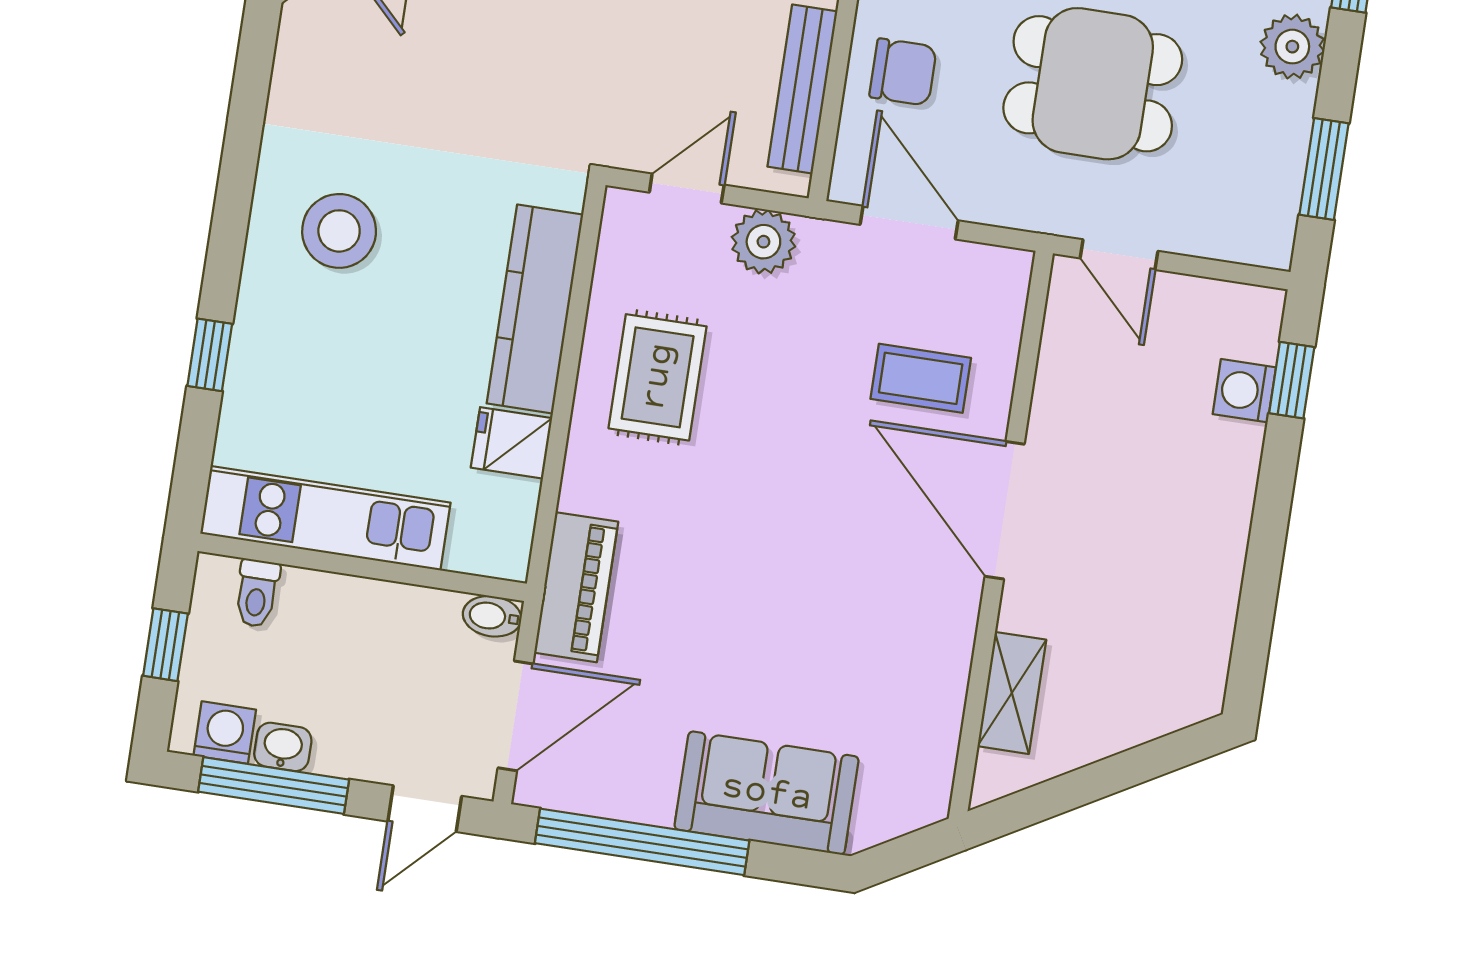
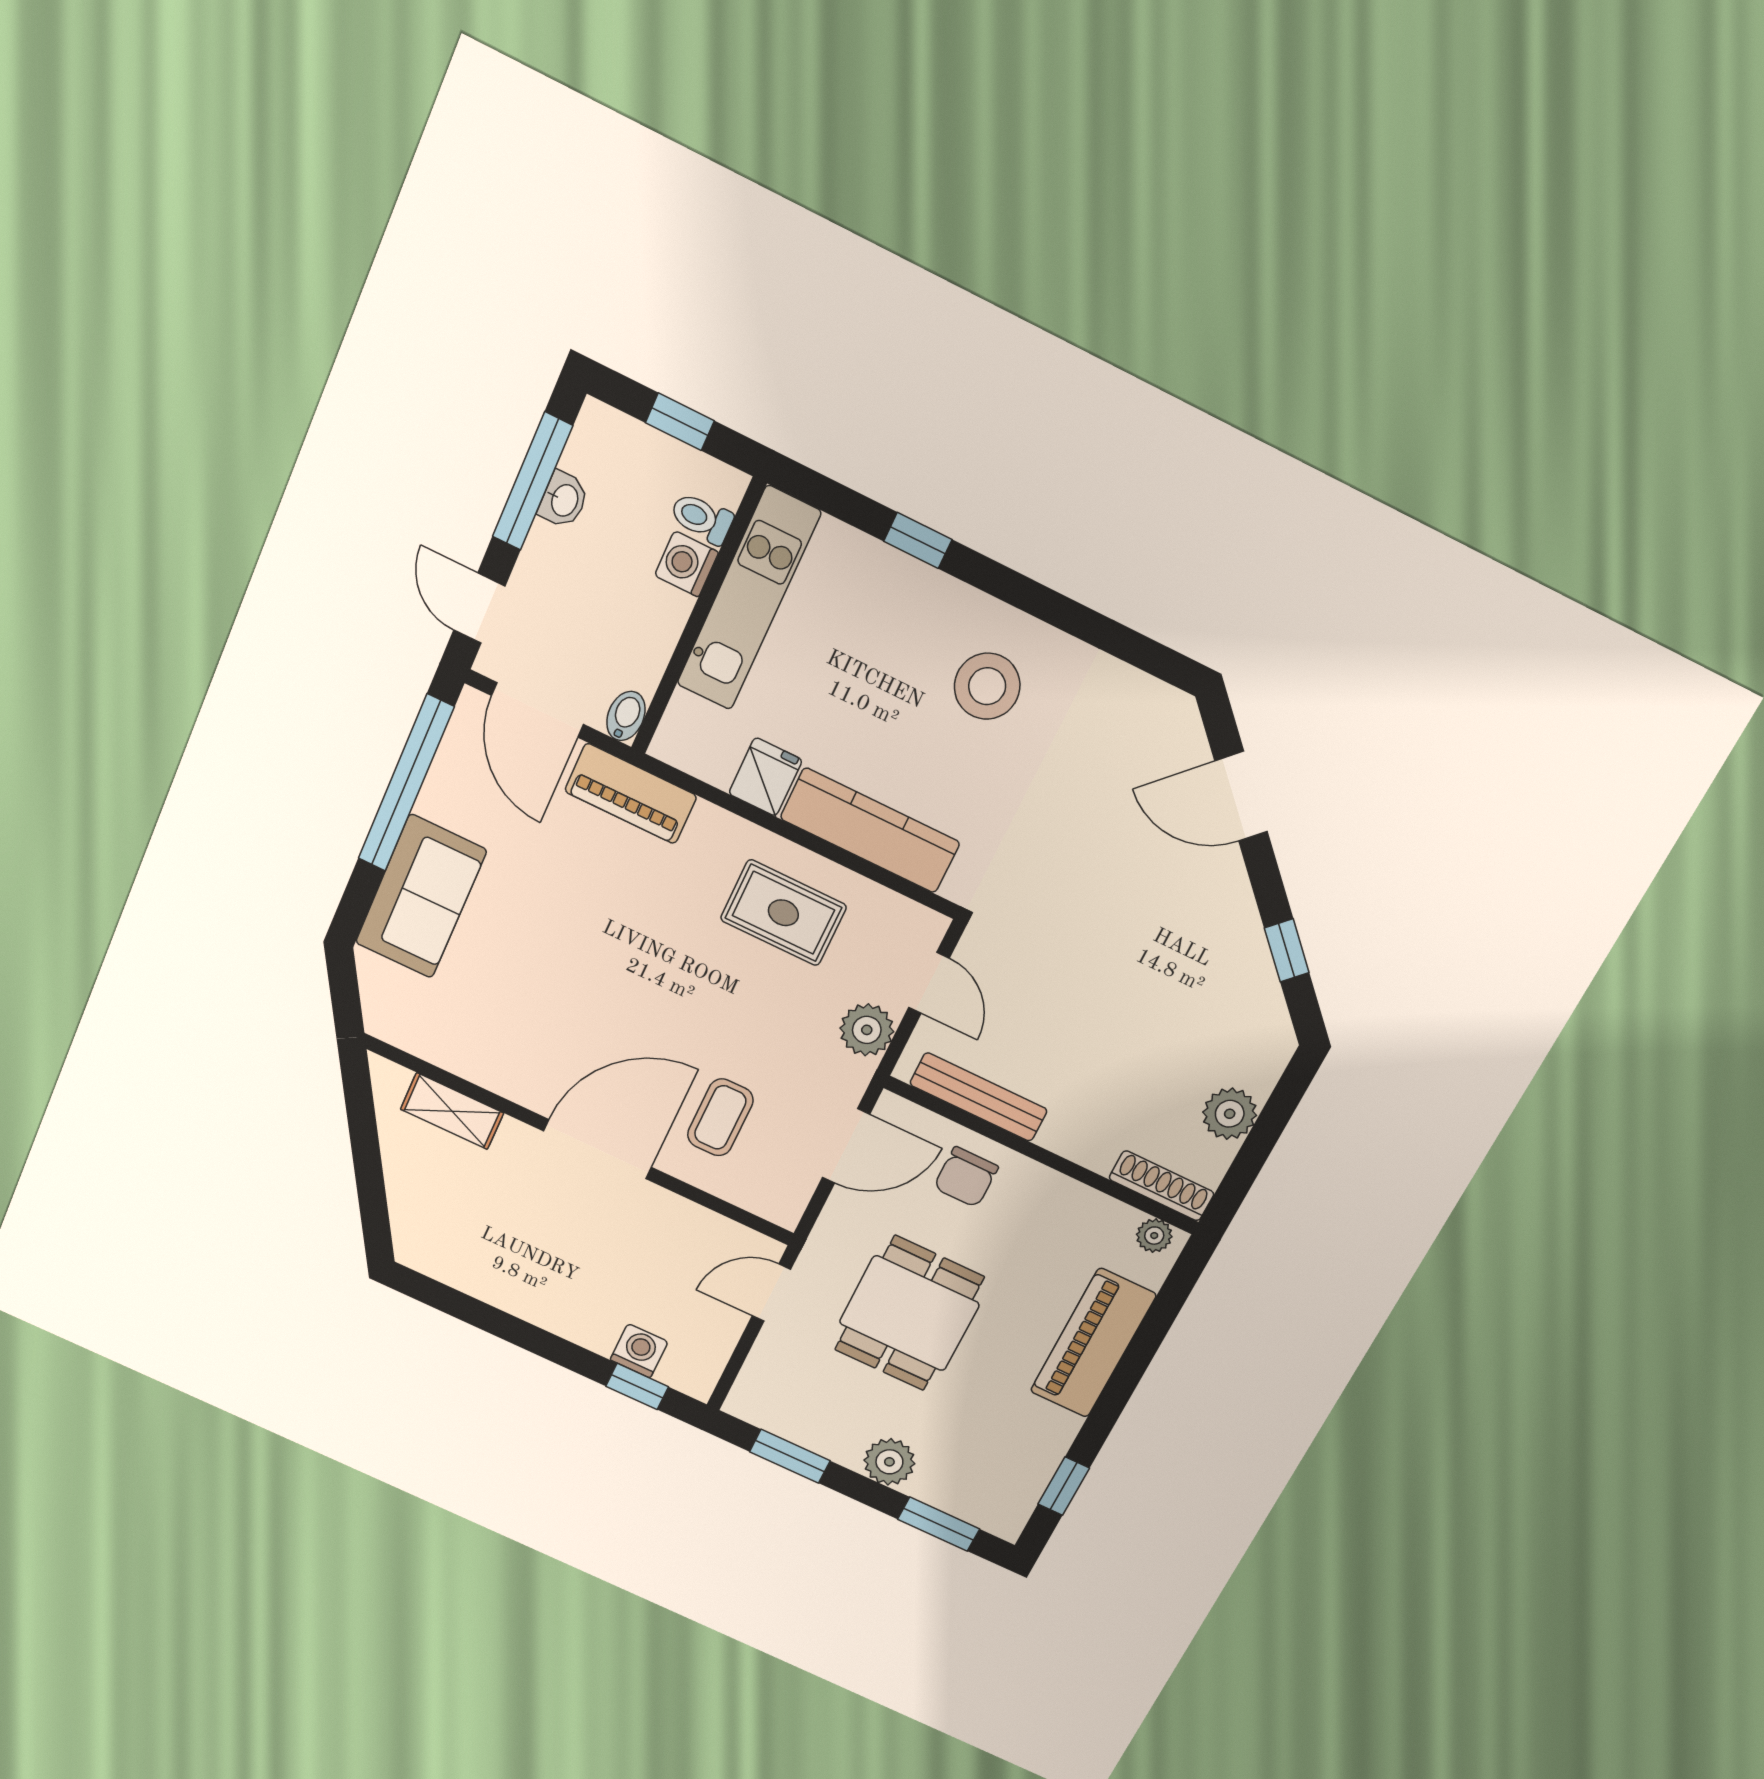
washing machine: (225, 733) -> (686, 564), moved, turned 180

